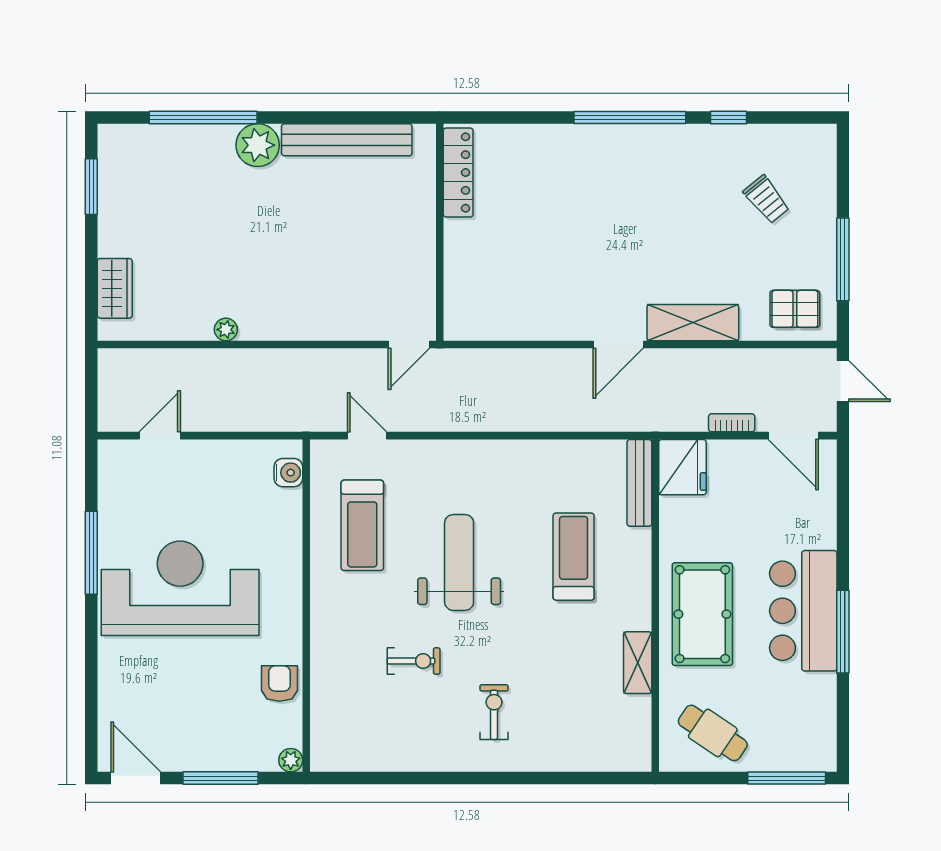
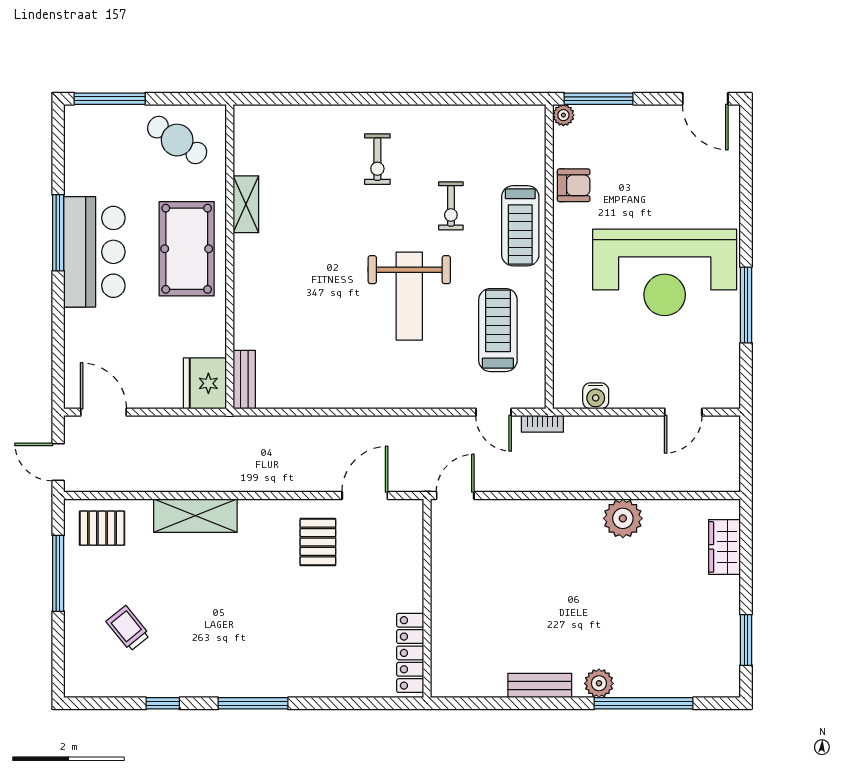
window: (630, 117) -> (253, 703), width x0.68
bench: (347, 140) -> (540, 686), width x0.54, depth x0.82
plant: (258, 145) -> (599, 683), width x0.73, depth x0.73
pallet: (559, 294) -> (318, 542), added
plant: (226, 330) -> (623, 518), width x1.87, depth x1.87
door: (618, 345) -> (365, 495), moved
bookcase: (732, 423) -> (542, 424), moved
water cooler: (288, 473) -> (596, 396), moved, turned -90
bench: (639, 483) -> (244, 380), width x0.73
treadmill: (574, 557) -> (520, 226), moved
exercise bike: (414, 661) -> (451, 206), turned -90
armchair: (279, 683) -> (574, 185), turned -90
window: (220, 778) -> (598, 99), moved

